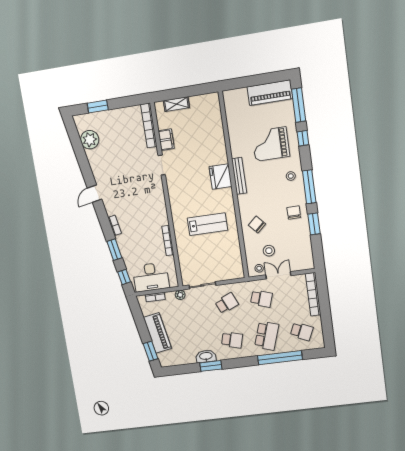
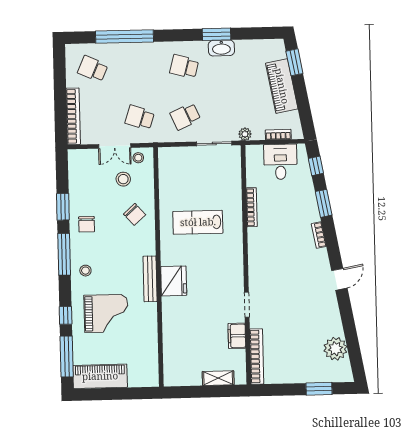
desk: (151, 277) -> (280, 162), width x0.73
school desk: (267, 336) -> (138, 68), removed

